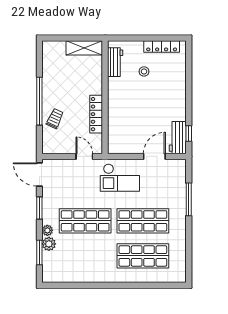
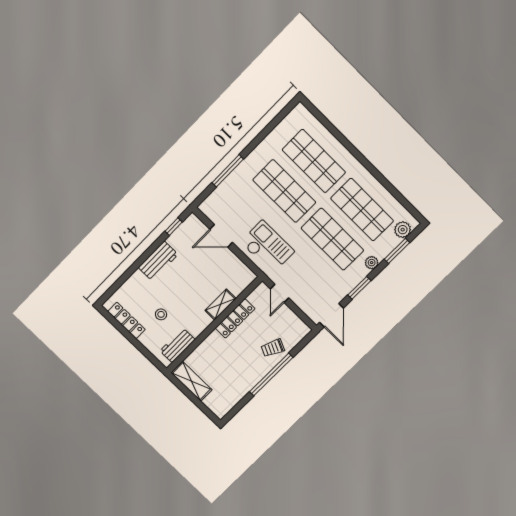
shelving: (114, 114) -> (221, 304), added
workbench: (178, 138) -> (158, 261), moved
plant: (49, 244) -> (403, 230), moved
shop shelf: (85, 256) -> (362, 210), added

